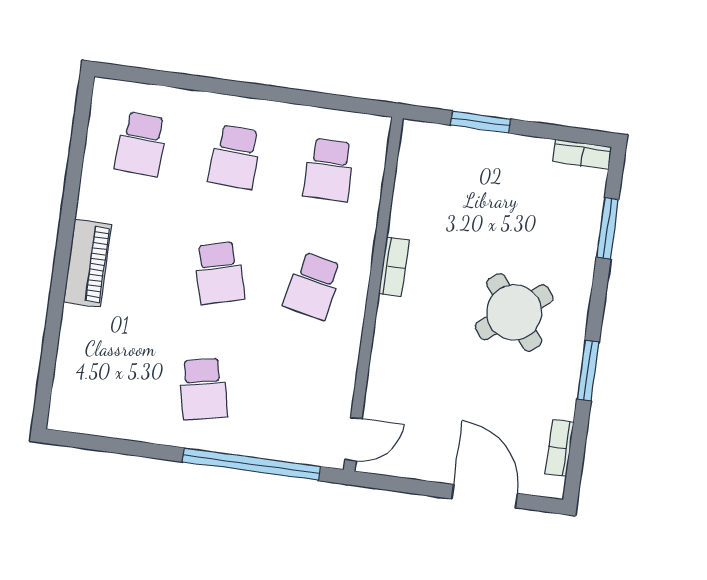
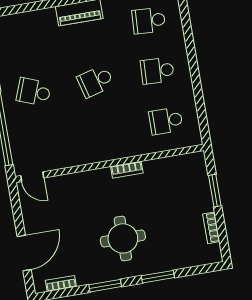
bookcase: (582, 154) -> (211, 228), moved
window: (608, 228) -> (158, 277), moved
school desk: (313, 286) -> (104, 131), removed
round table: (514, 312) -> (123, 238), turned 38
school desk: (203, 389) -> (34, 92), turned 33

